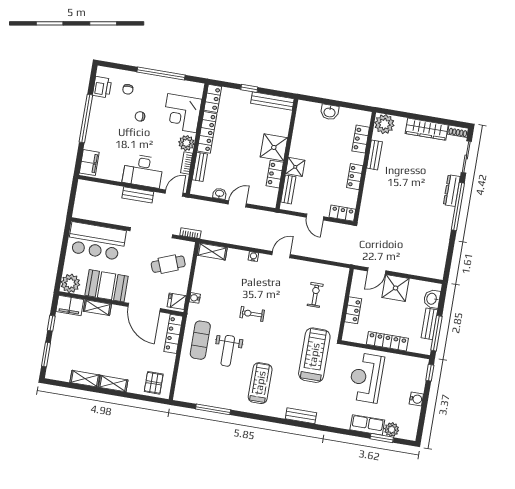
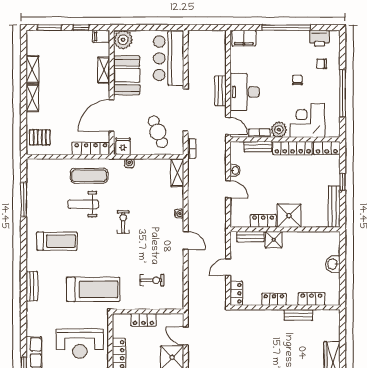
plant: (384, 124) -> (330, 320), removed
filing cabinet: (70, 306) -> (101, 36), width x0.50
reception desk: (366, 378) -> (80, 344), turned 180

